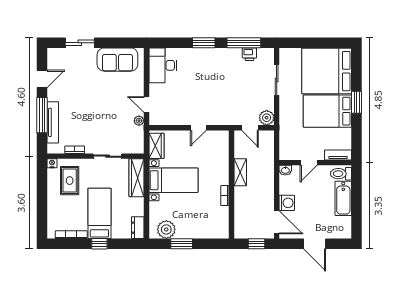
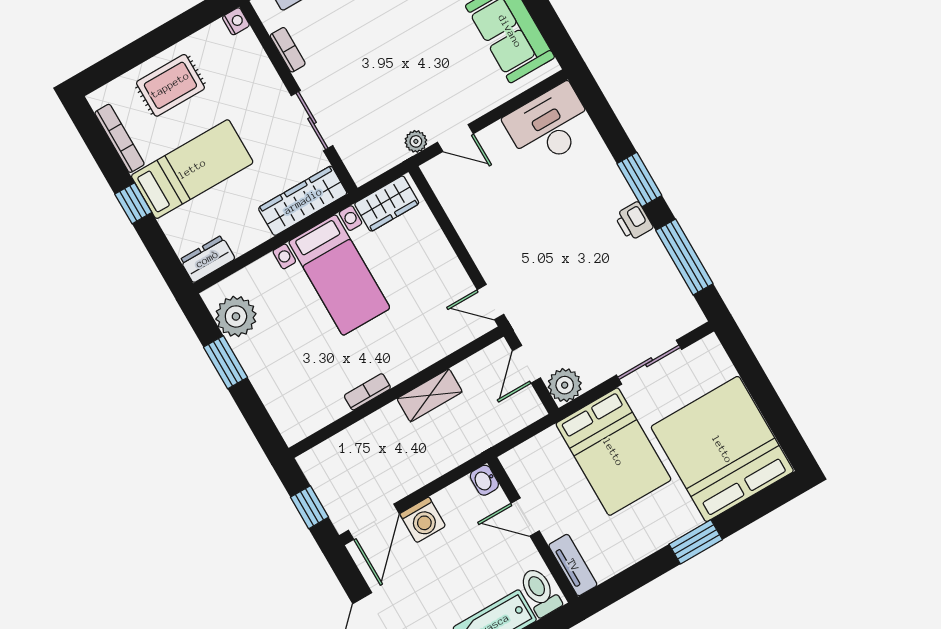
printer: (249, 54) -> (634, 221), moved
door: (146, 105) -> (455, 138), swing flipped
bed: (327, 111) -> (613, 452), moved, turned 180
door: (198, 128) -> (490, 302), moved
rug: (70, 181) -> (170, 85), moved

